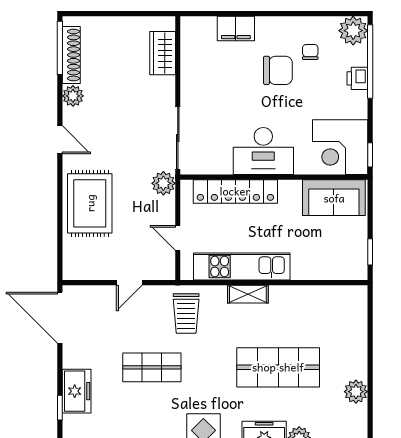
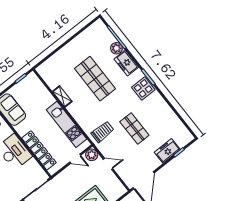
plant: (163, 183) -> (92, 155), moved
door: (178, 238) -> (75, 159), hinge flipped
shelving: (248, 294) -> (62, 96), moved
plant: (356, 392) -> (80, 40), removed

